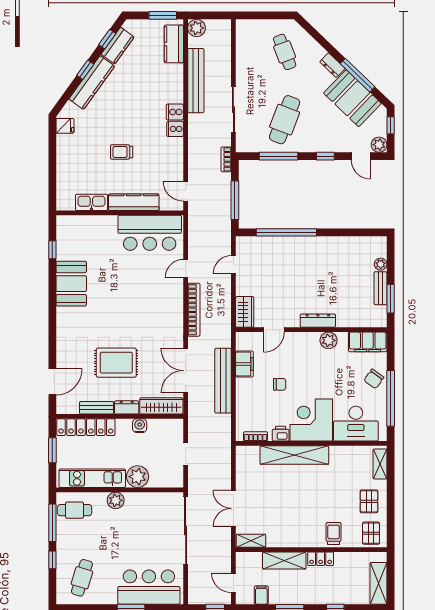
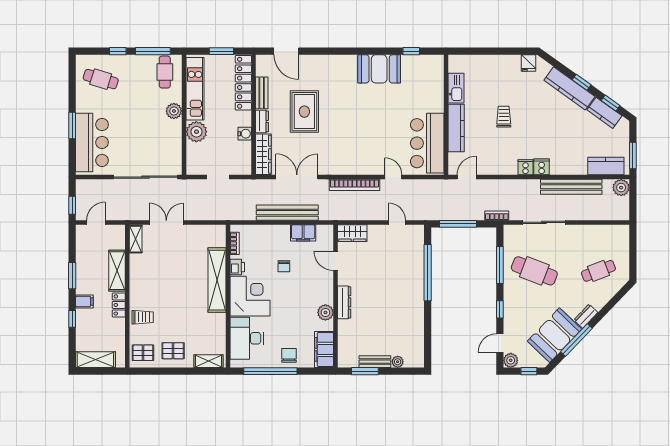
chair: (374, 379) -> (289, 355), turned 54
filing cabinet: (261, 595) -> (84, 301), moved

